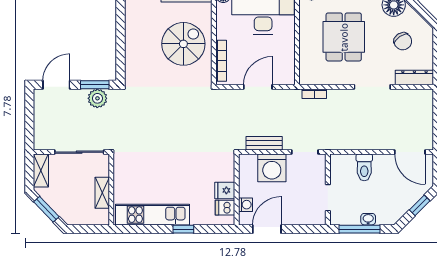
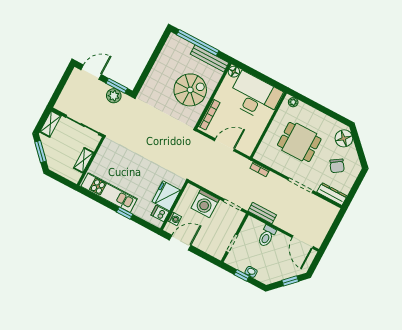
dining table: (344, 37) -> (299, 142), turned 90
bench: (264, 143) -> (262, 213), moved
fridge: (225, 190) -> (166, 196), width x1.88, depth x1.34
window: (359, 229) -> (242, 275), width x0.46

